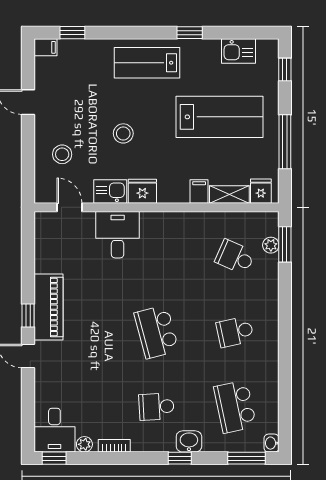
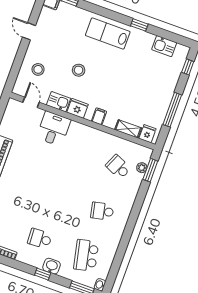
lab bench: (219, 117) -> (139, 81), removed
filing cabinet: (199, 191) -> (99, 116), moved
school desk: (156, 332) -> (56, 194), removed

